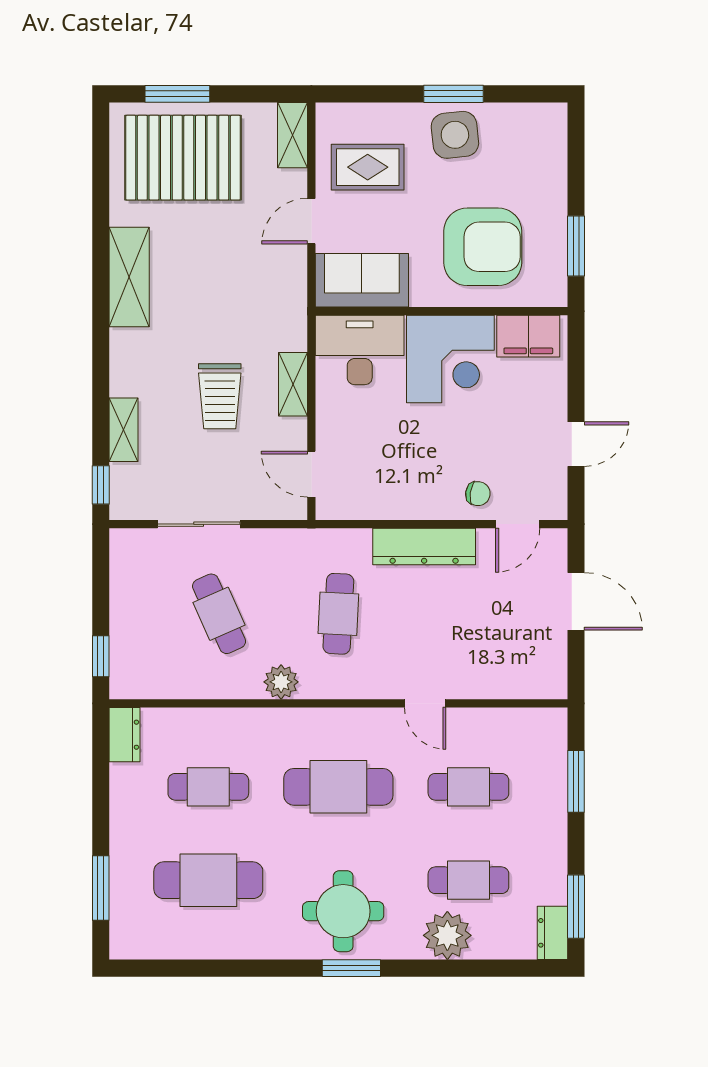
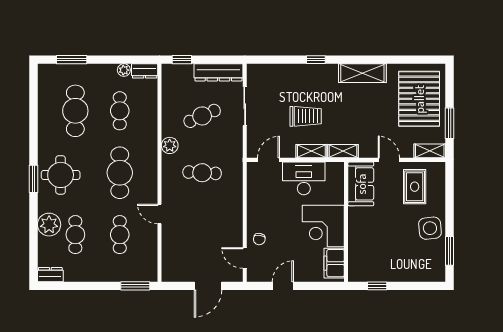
window: (177, 94) -> (449, 123), moved
window: (453, 94) -> (449, 251), moved
window: (576, 246) -> (377, 286), width x0.67
armchair: (483, 247) -> (377, 241), removed
desk: (360, 350) -> (304, 178), moved, turned -90
trolley: (220, 396) -> (306, 116), turned 180
shelving: (123, 430) -> (343, 151), moved
door: (576, 444) -> (283, 286), swing flipped
window: (101, 485) -> (316, 60), moved
dresser: (424, 547) -> (218, 72), moved, turned -90
door: (425, 703) -> (159, 214), hinge flipped
plant: (123, 778) -> (124, 70), added
window: (576, 781) -> (135, 286), moved
window: (576, 907) -> (63, 286), removed

